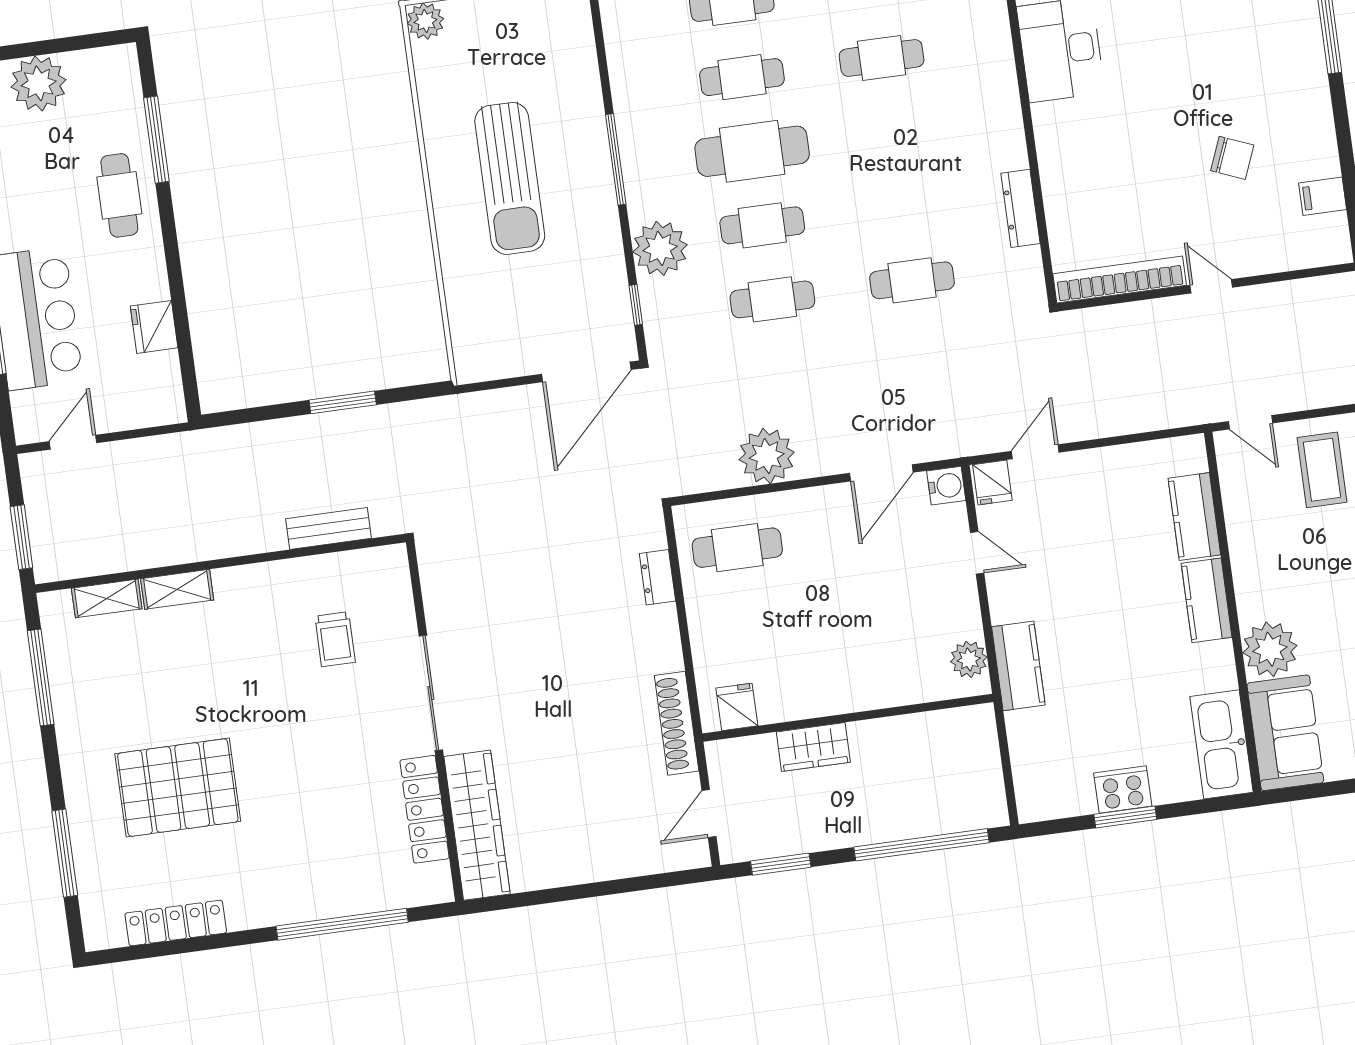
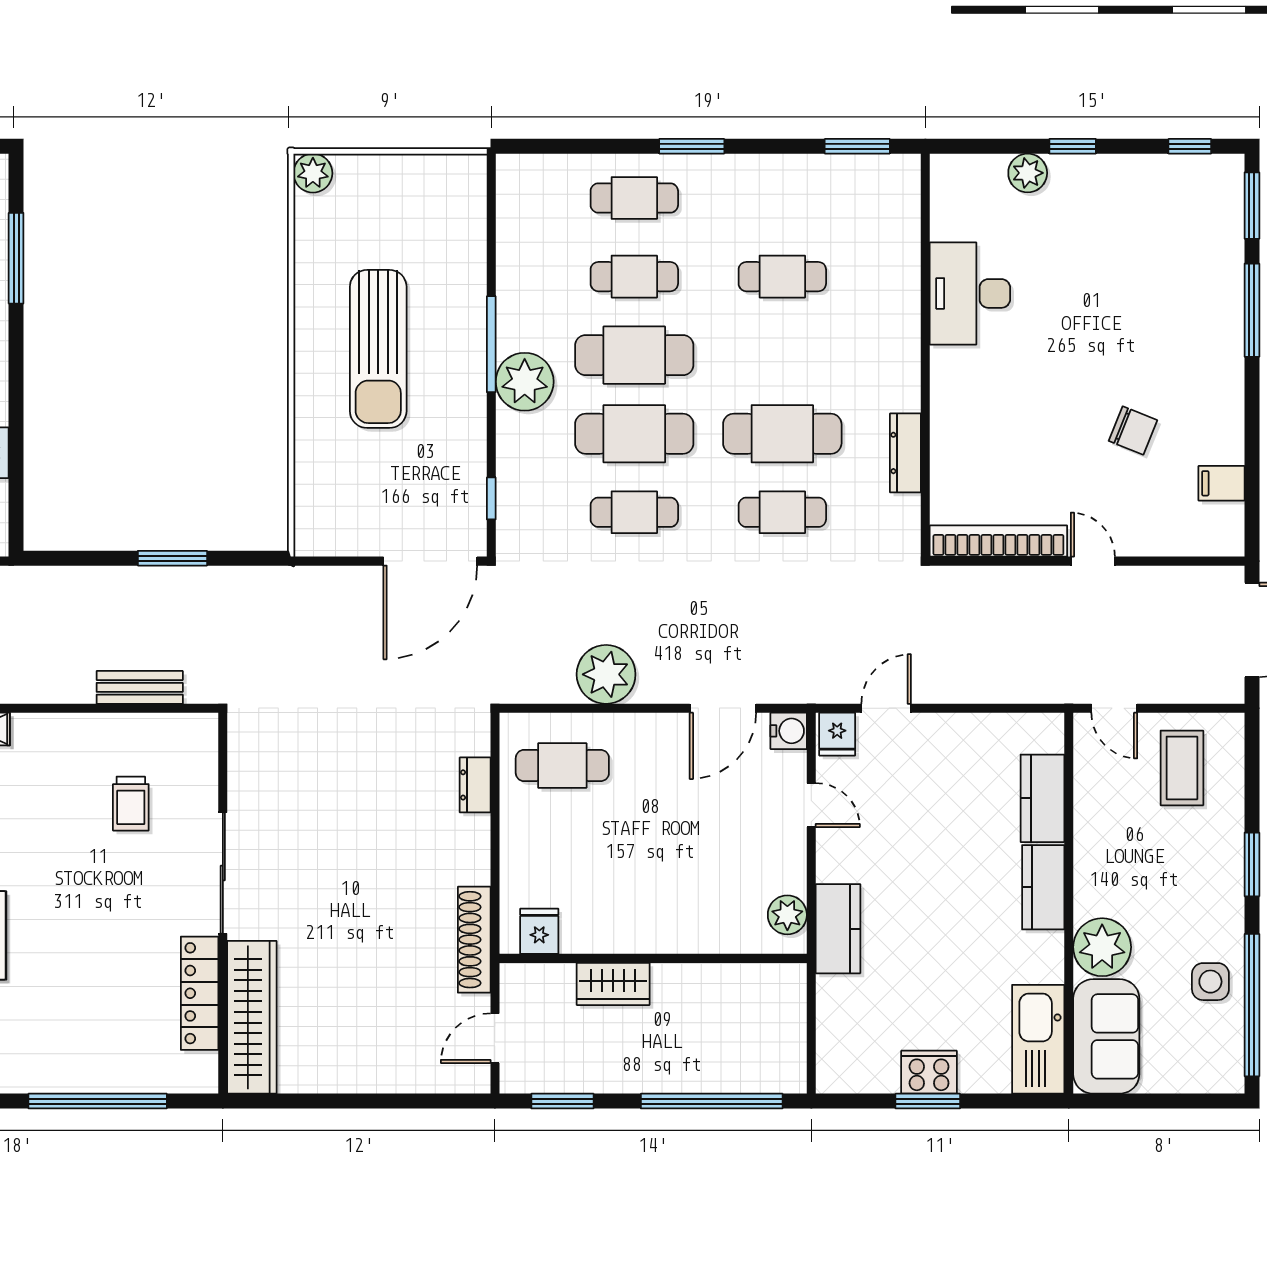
cafe table: (902, 206) -> (782, 434), added
cafe table: (762, 225) -> (634, 434), width x1.37, depth x1.35
plant: (660, 248) -> (525, 382), moved

